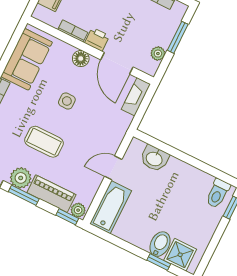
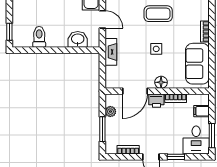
door: (117, 63) -> (135, 91), swing flipped
fireplace: (136, 97) -> (111, 52), moved
door: (113, 168) -> (102, 19), hinge flipped
toilet: (218, 193) -> (39, 37), moved

